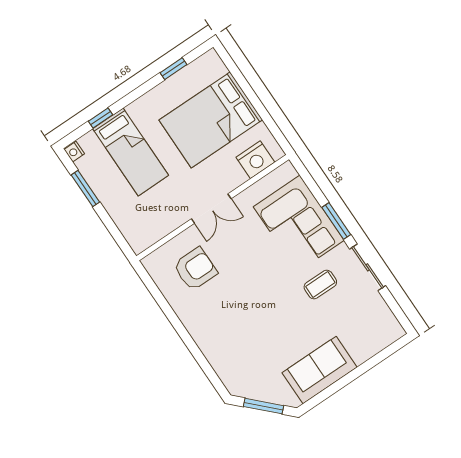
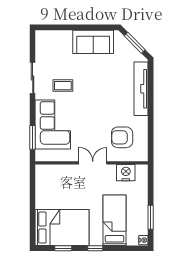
window: (101, 118) -> (95, 248), moved
bed: (211, 120) -> (62, 228), moved
nightstand: (255, 160) -> (126, 173), moved
window: (336, 221) -> (33, 137), moved
tv unit: (214, 351) -> (141, 89), added

